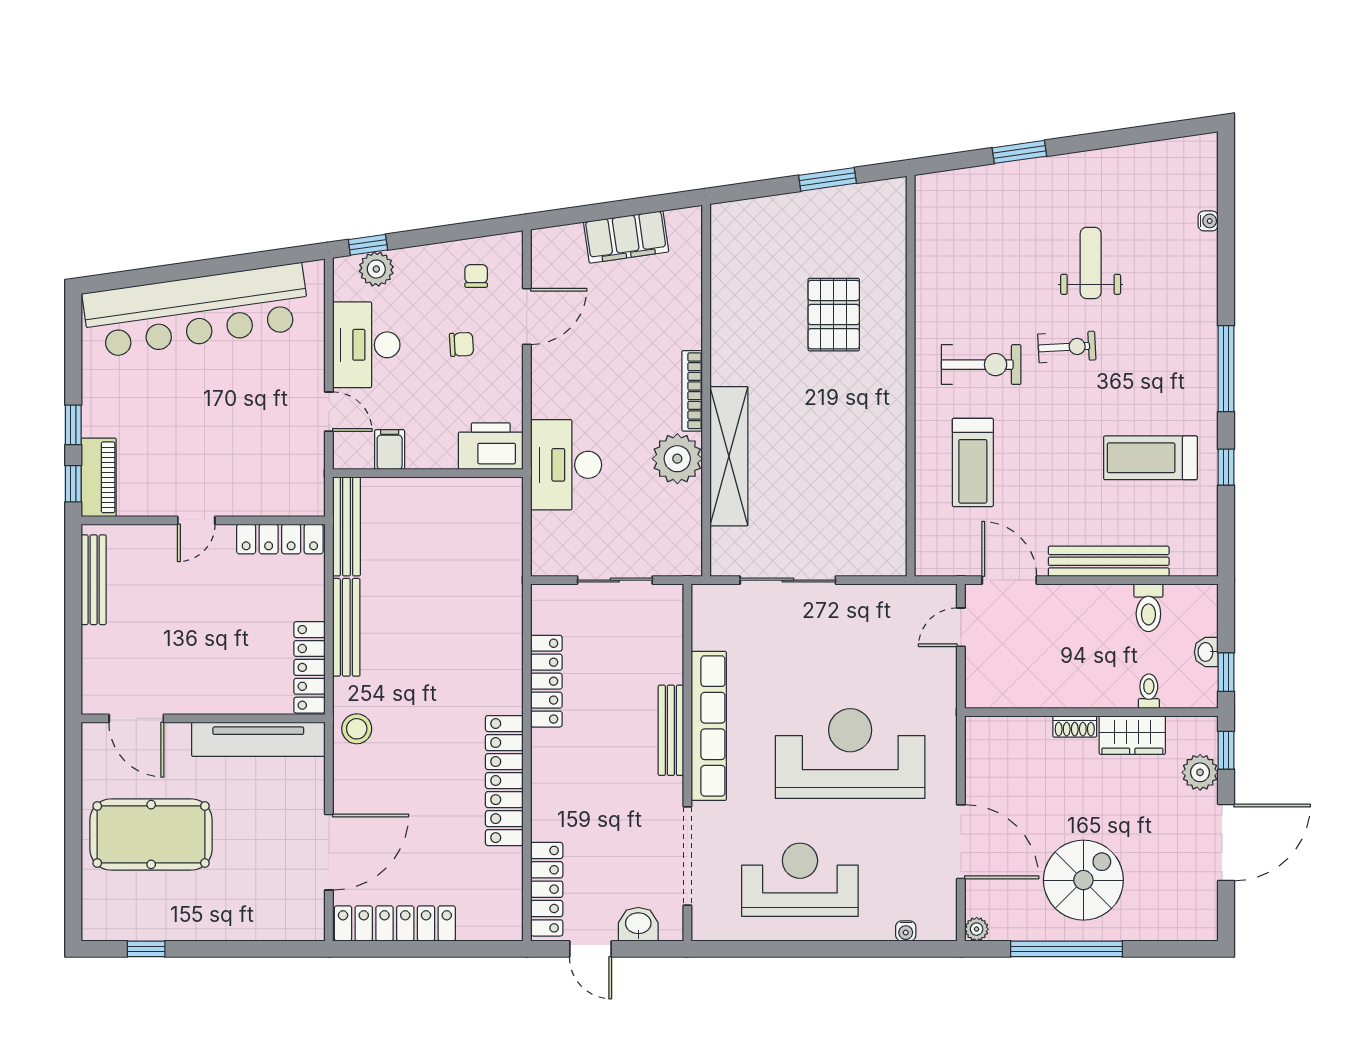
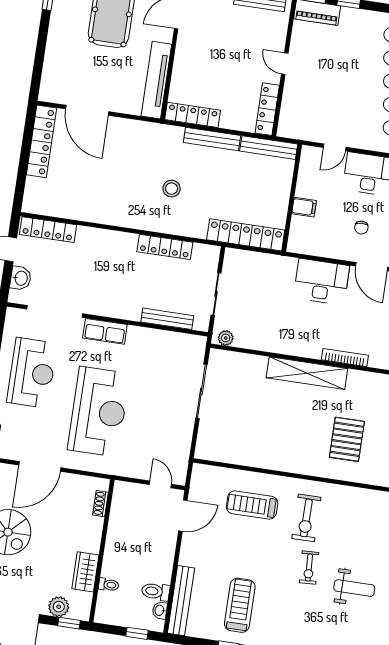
pallet: (834, 315) -> (347, 439), turned 90
bookcase: (692, 391) -> (345, 358), moved
printer: (491, 446) -> (302, 235), removed
filing cabinet: (390, 449) -> (304, 207), moved
shelving: (729, 456) -> (307, 373), moved
plant: (677, 459) -> (226, 338), moved, width x0.53, depth x0.53
desk: (566, 465) -> (321, 282), moved
bench: (1109, 561) -> (181, 601), moved
washbasin: (1206, 652) -> (160, 610), moved, turned -90
window: (1226, 672) -> (137, 633), moved
row of seats: (709, 726) -> (105, 331), width x0.50
shoe rack: (1075, 727) -> (100, 504), moved
stool: (357, 729) -> (172, 189), moved
bench: (671, 730) -> (167, 319), moved
locker: (504, 781) -> (246, 235), moved

